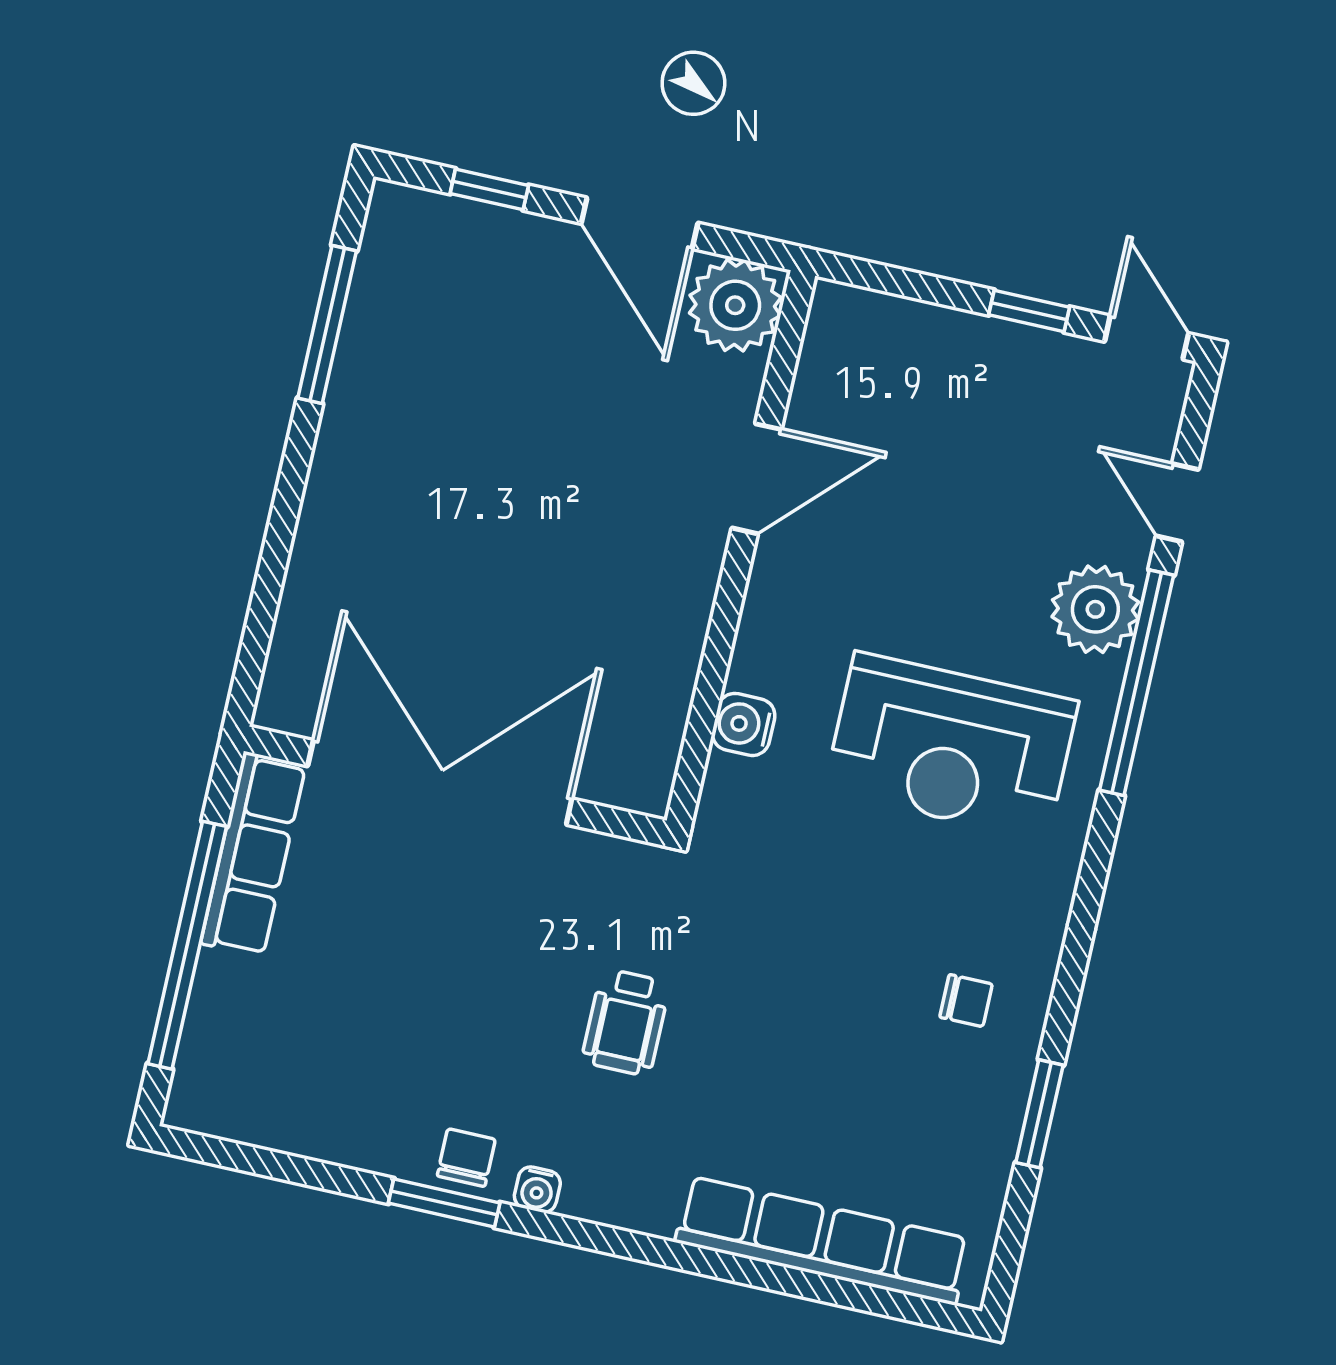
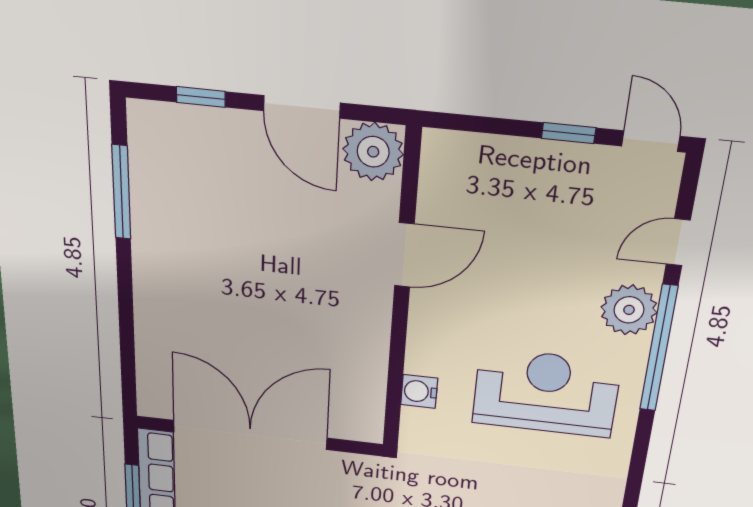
door: (1177, 503) -> (678, 242), hinge flipped
reception desk: (951, 746) -> (546, 393), turned 180

